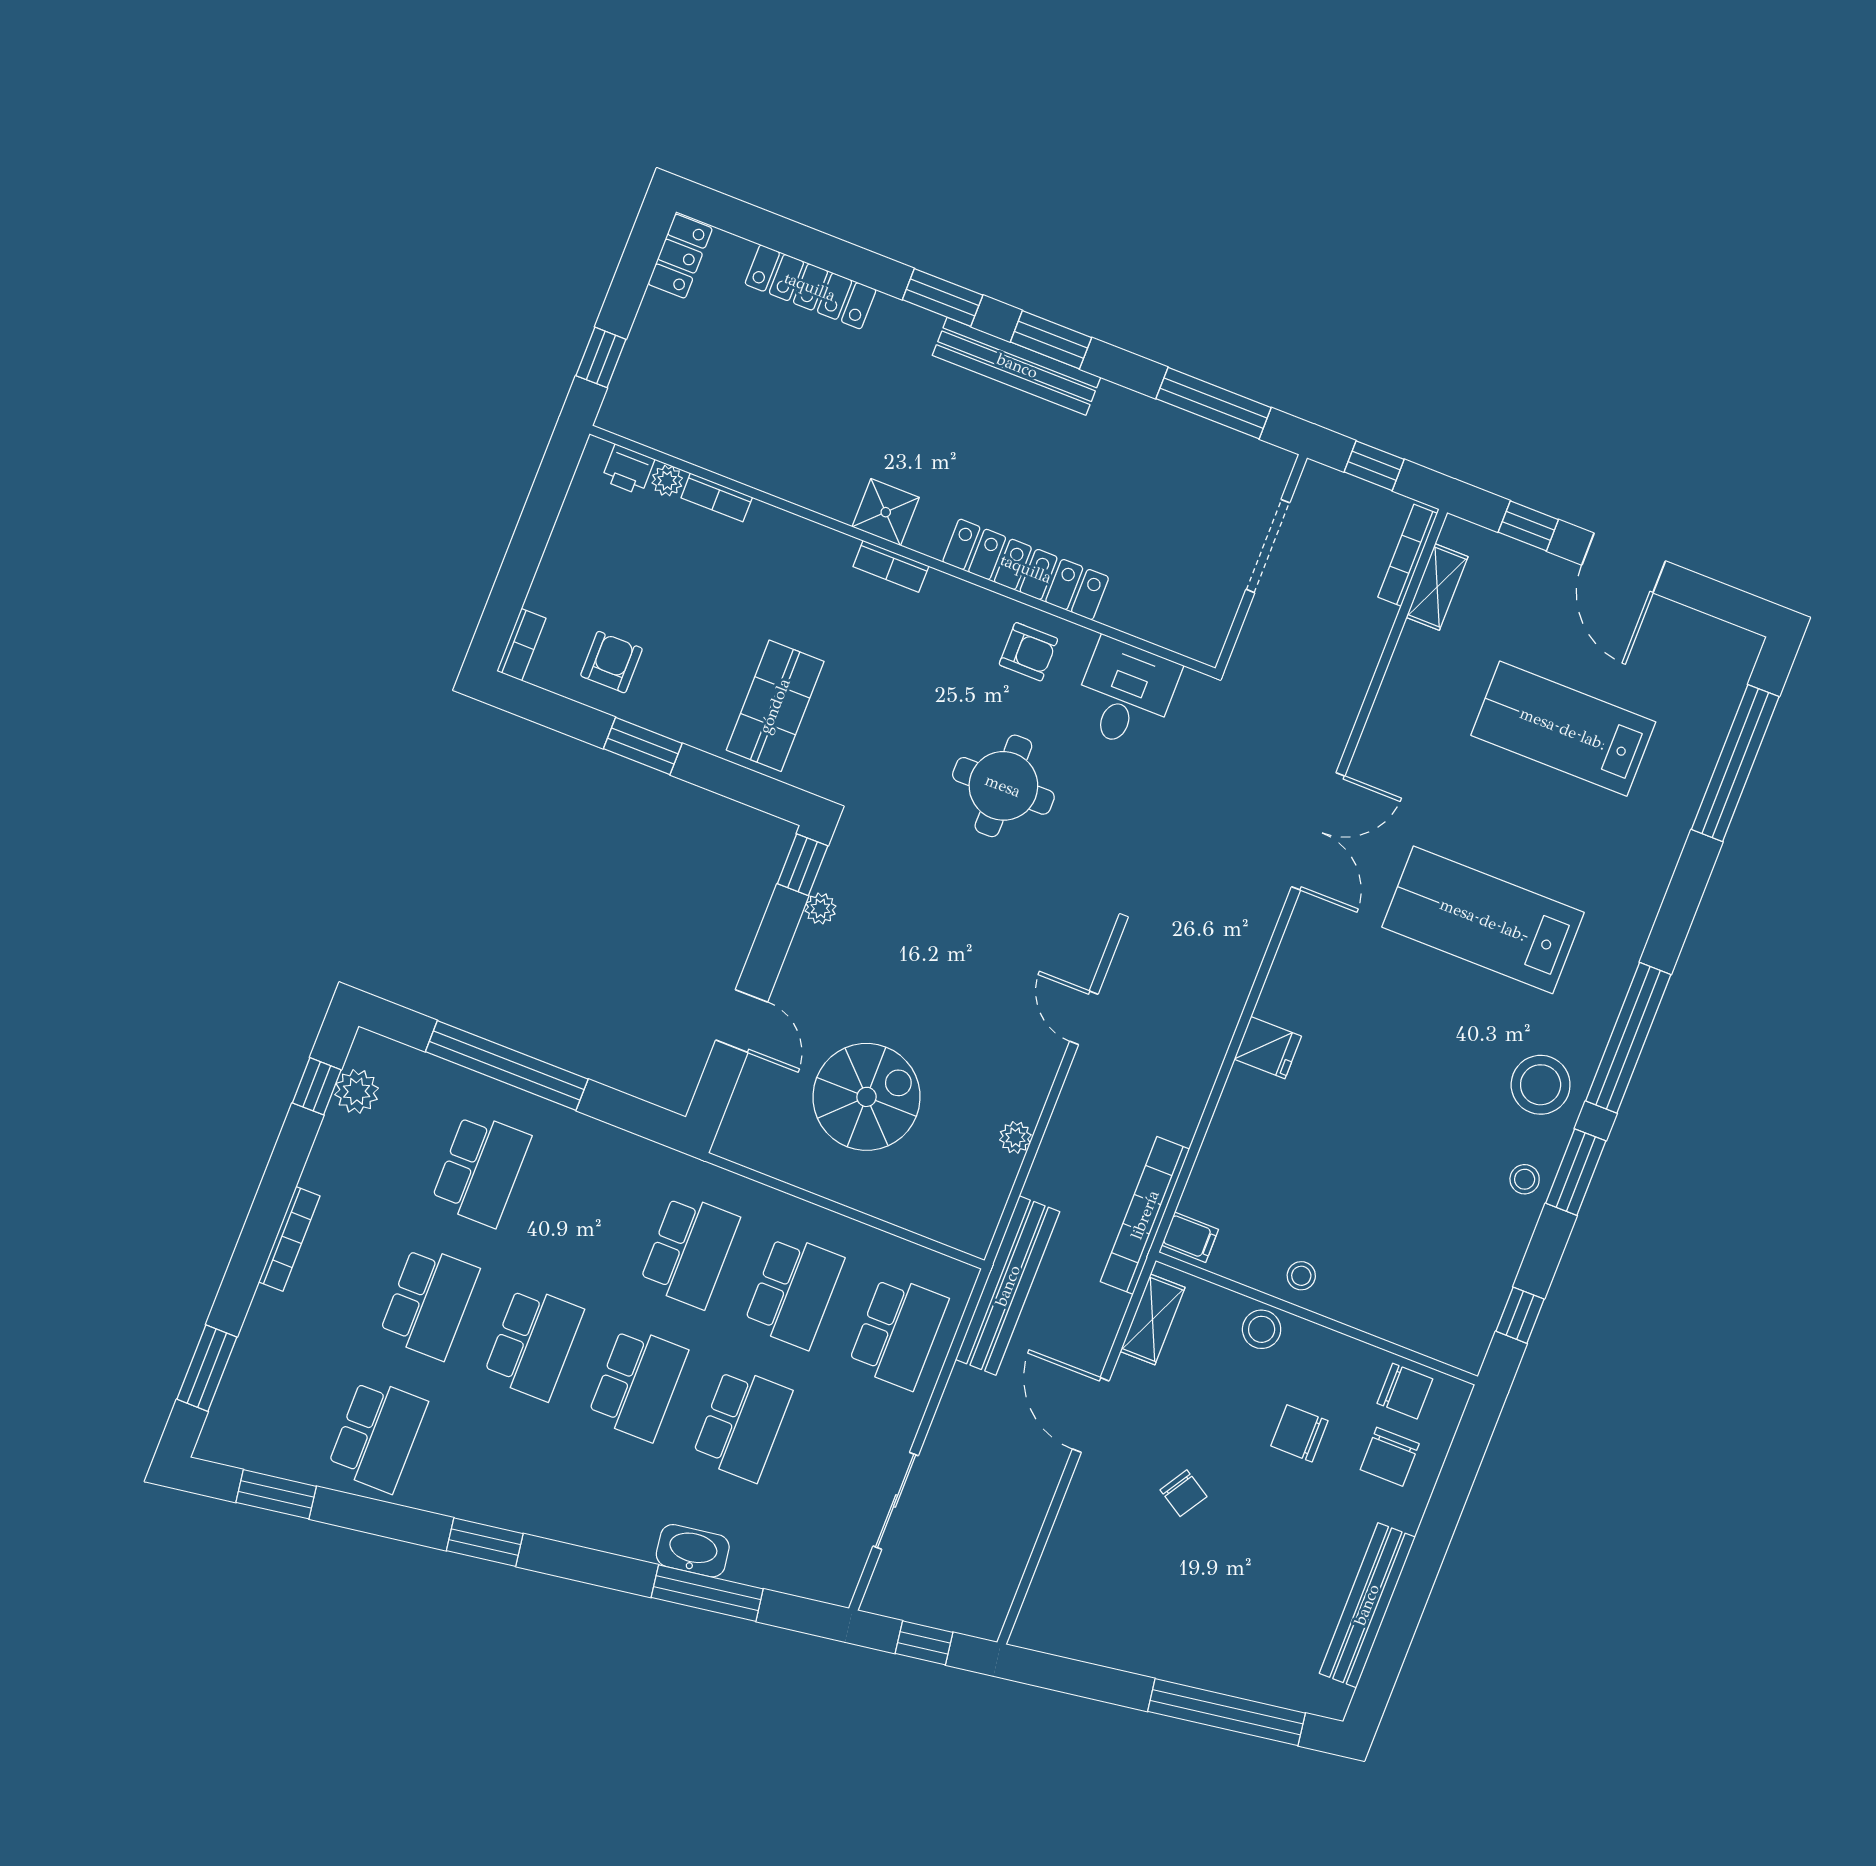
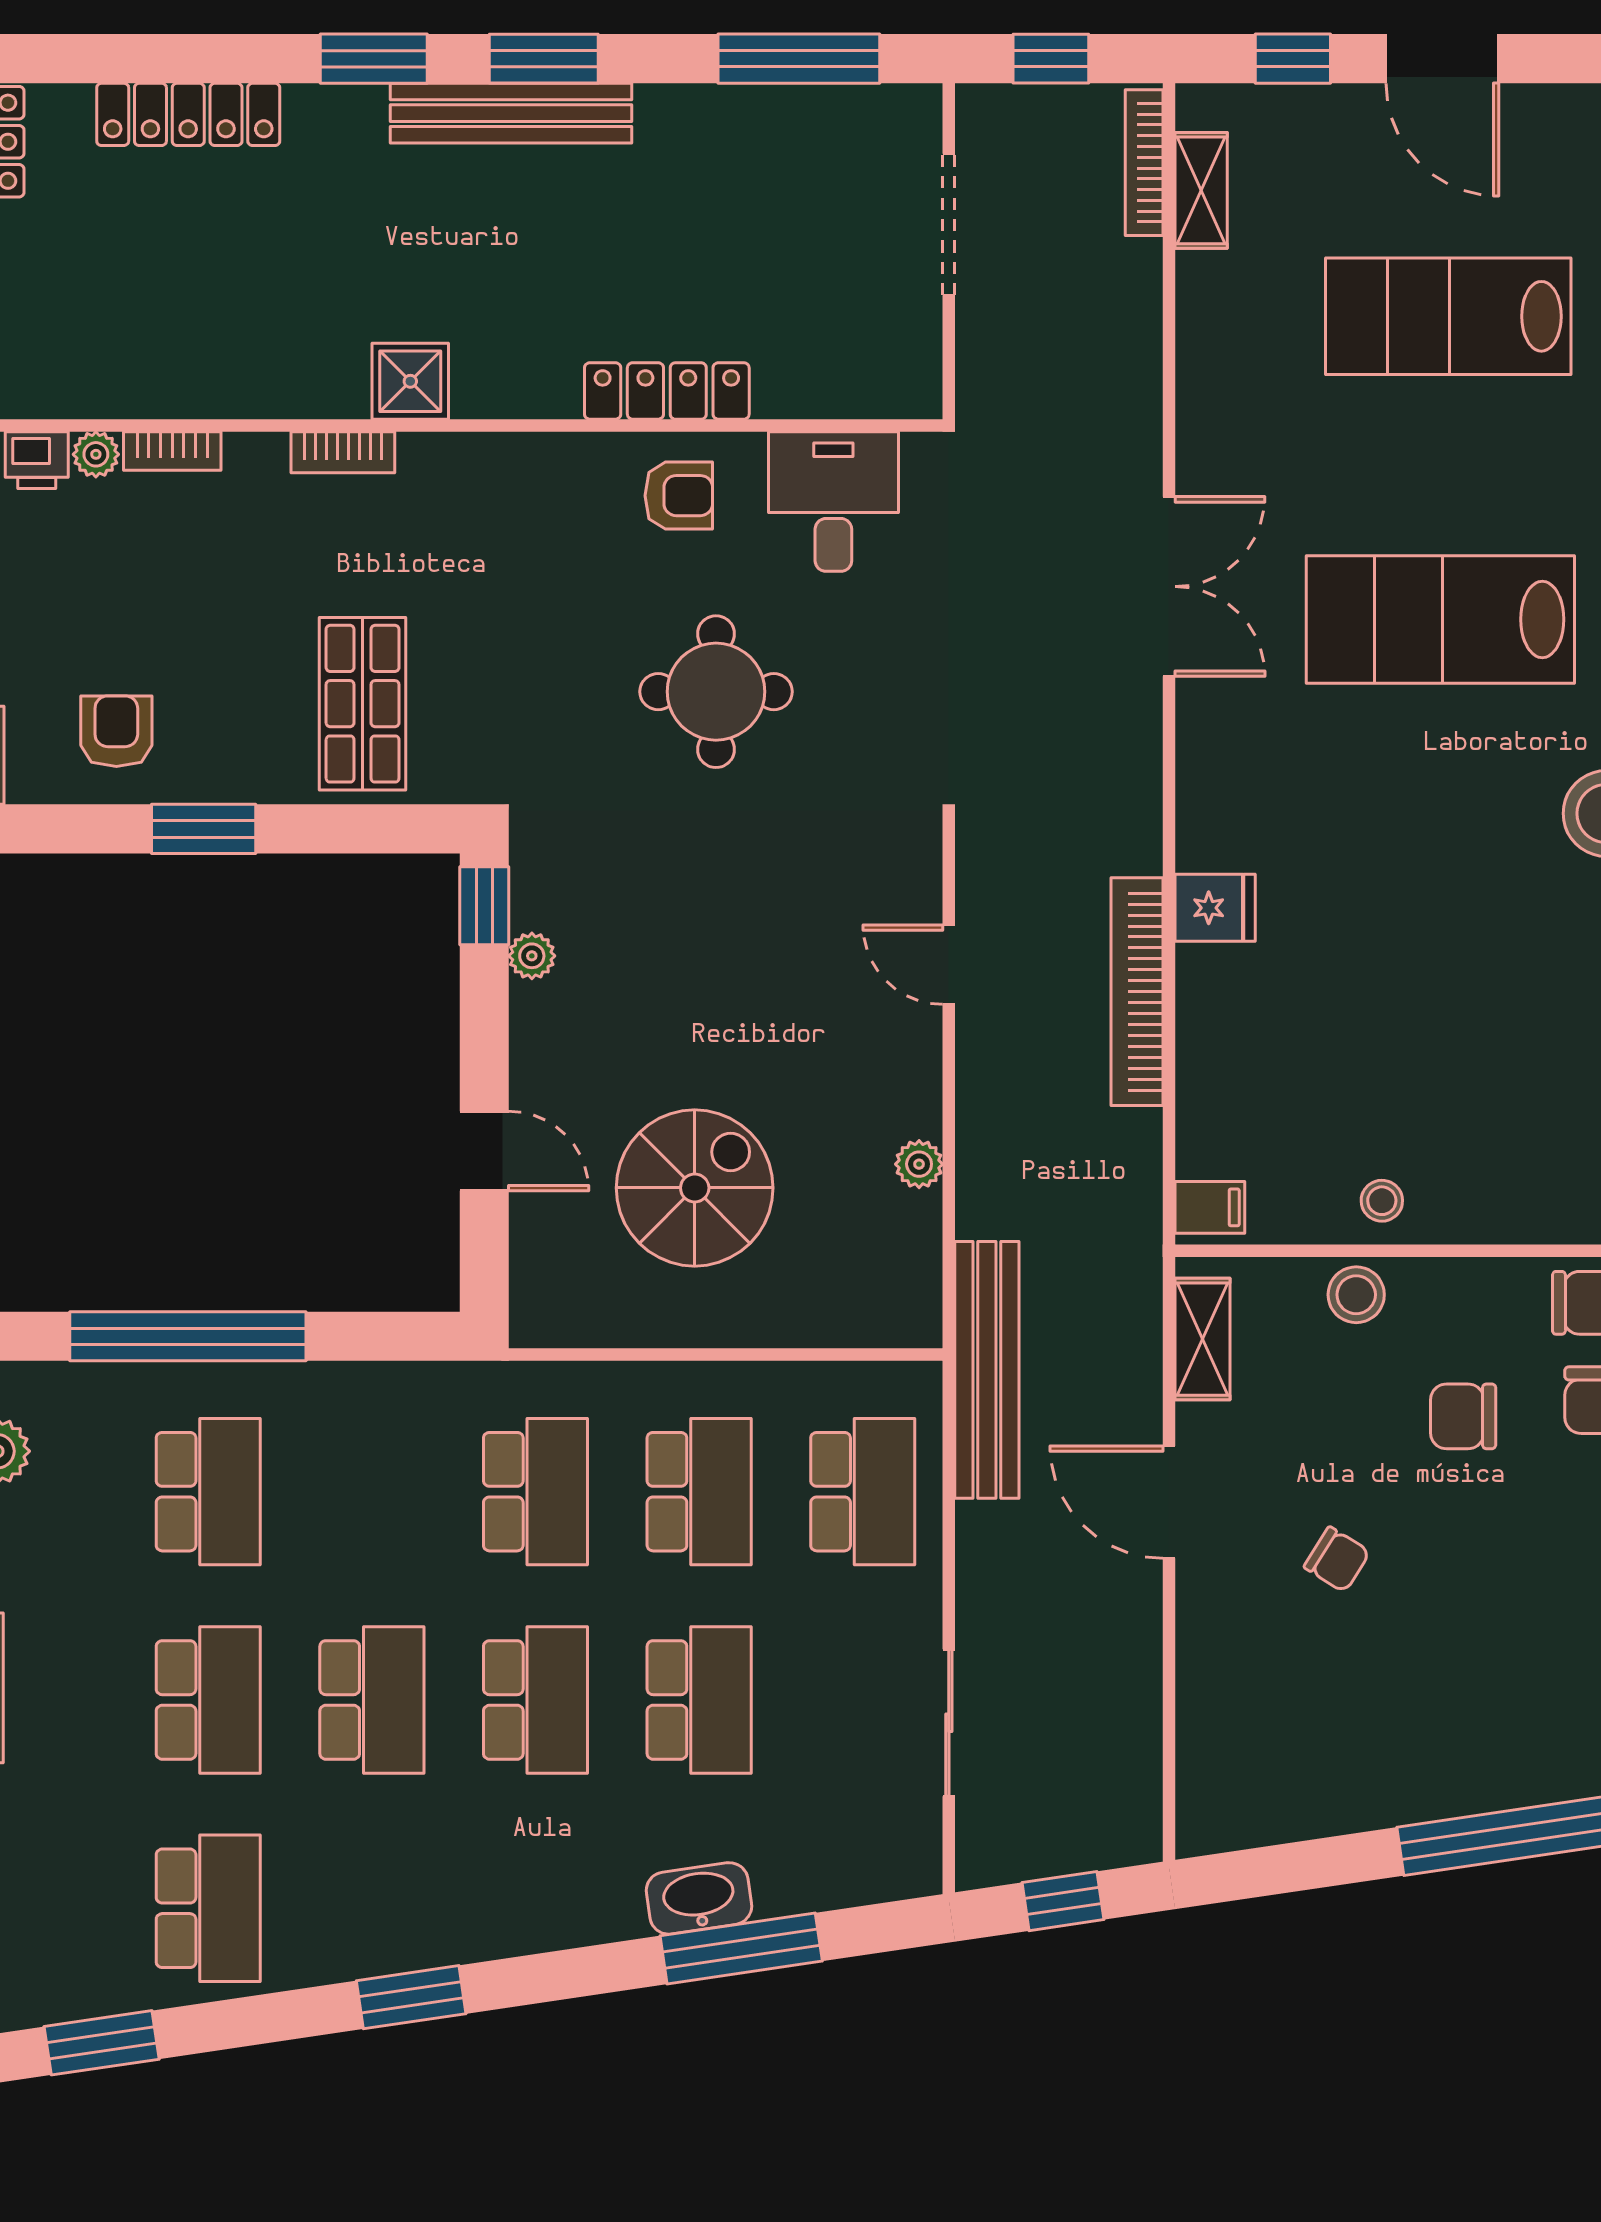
bookcase: (891, 566) -> (343, 452), moved
locker: (1026, 569) -> (667, 391), width x0.71, depth x0.83
bookcase: (1145, 1215) -> (1137, 992), moved

